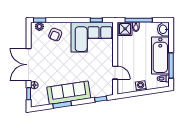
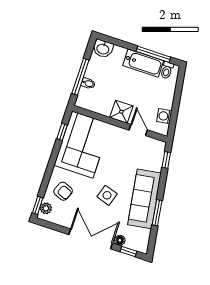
shower: (125, 29) -> (121, 112), moved
bathtub: (160, 55) -> (143, 63), width x0.73, depth x0.73
double door: (29, 65) -> (91, 239), swing flipped
side table: (63, 66) -> (107, 195), added
door: (115, 73) -> (138, 130), hinge flipped
washing machine: (141, 86) -> (164, 116), moved

